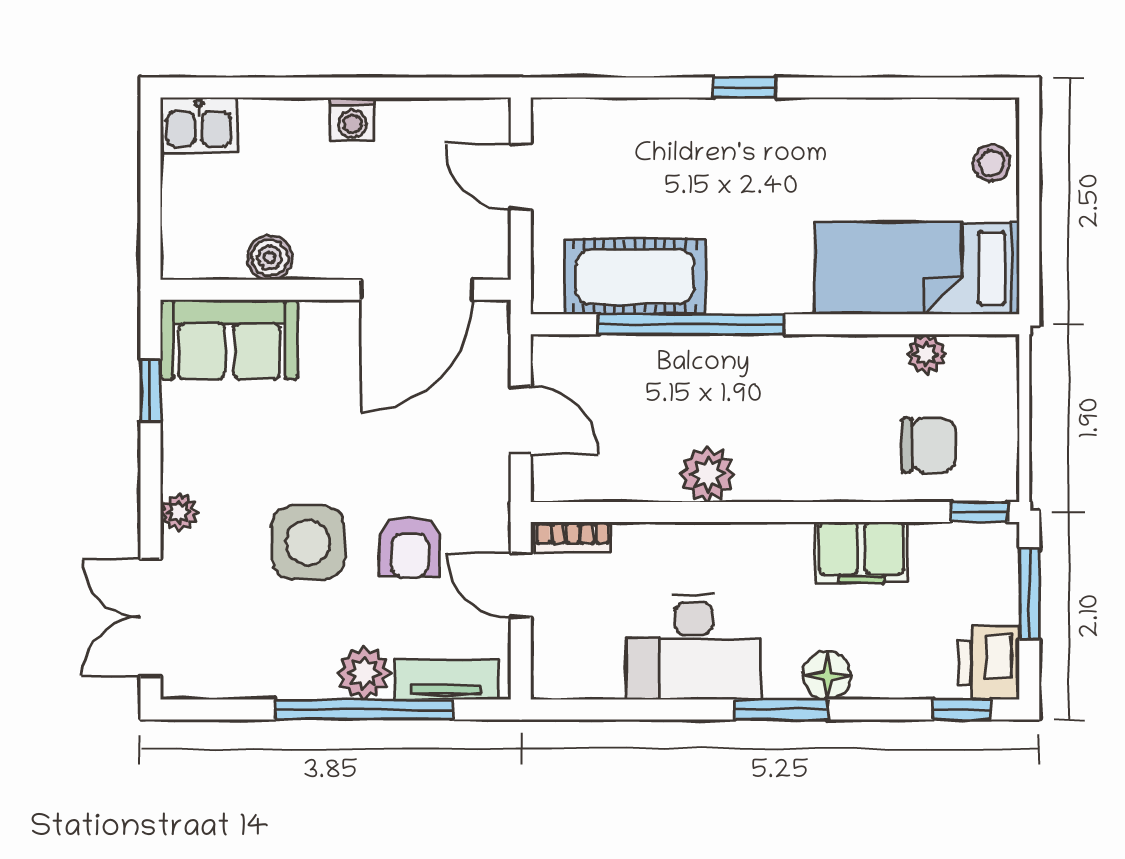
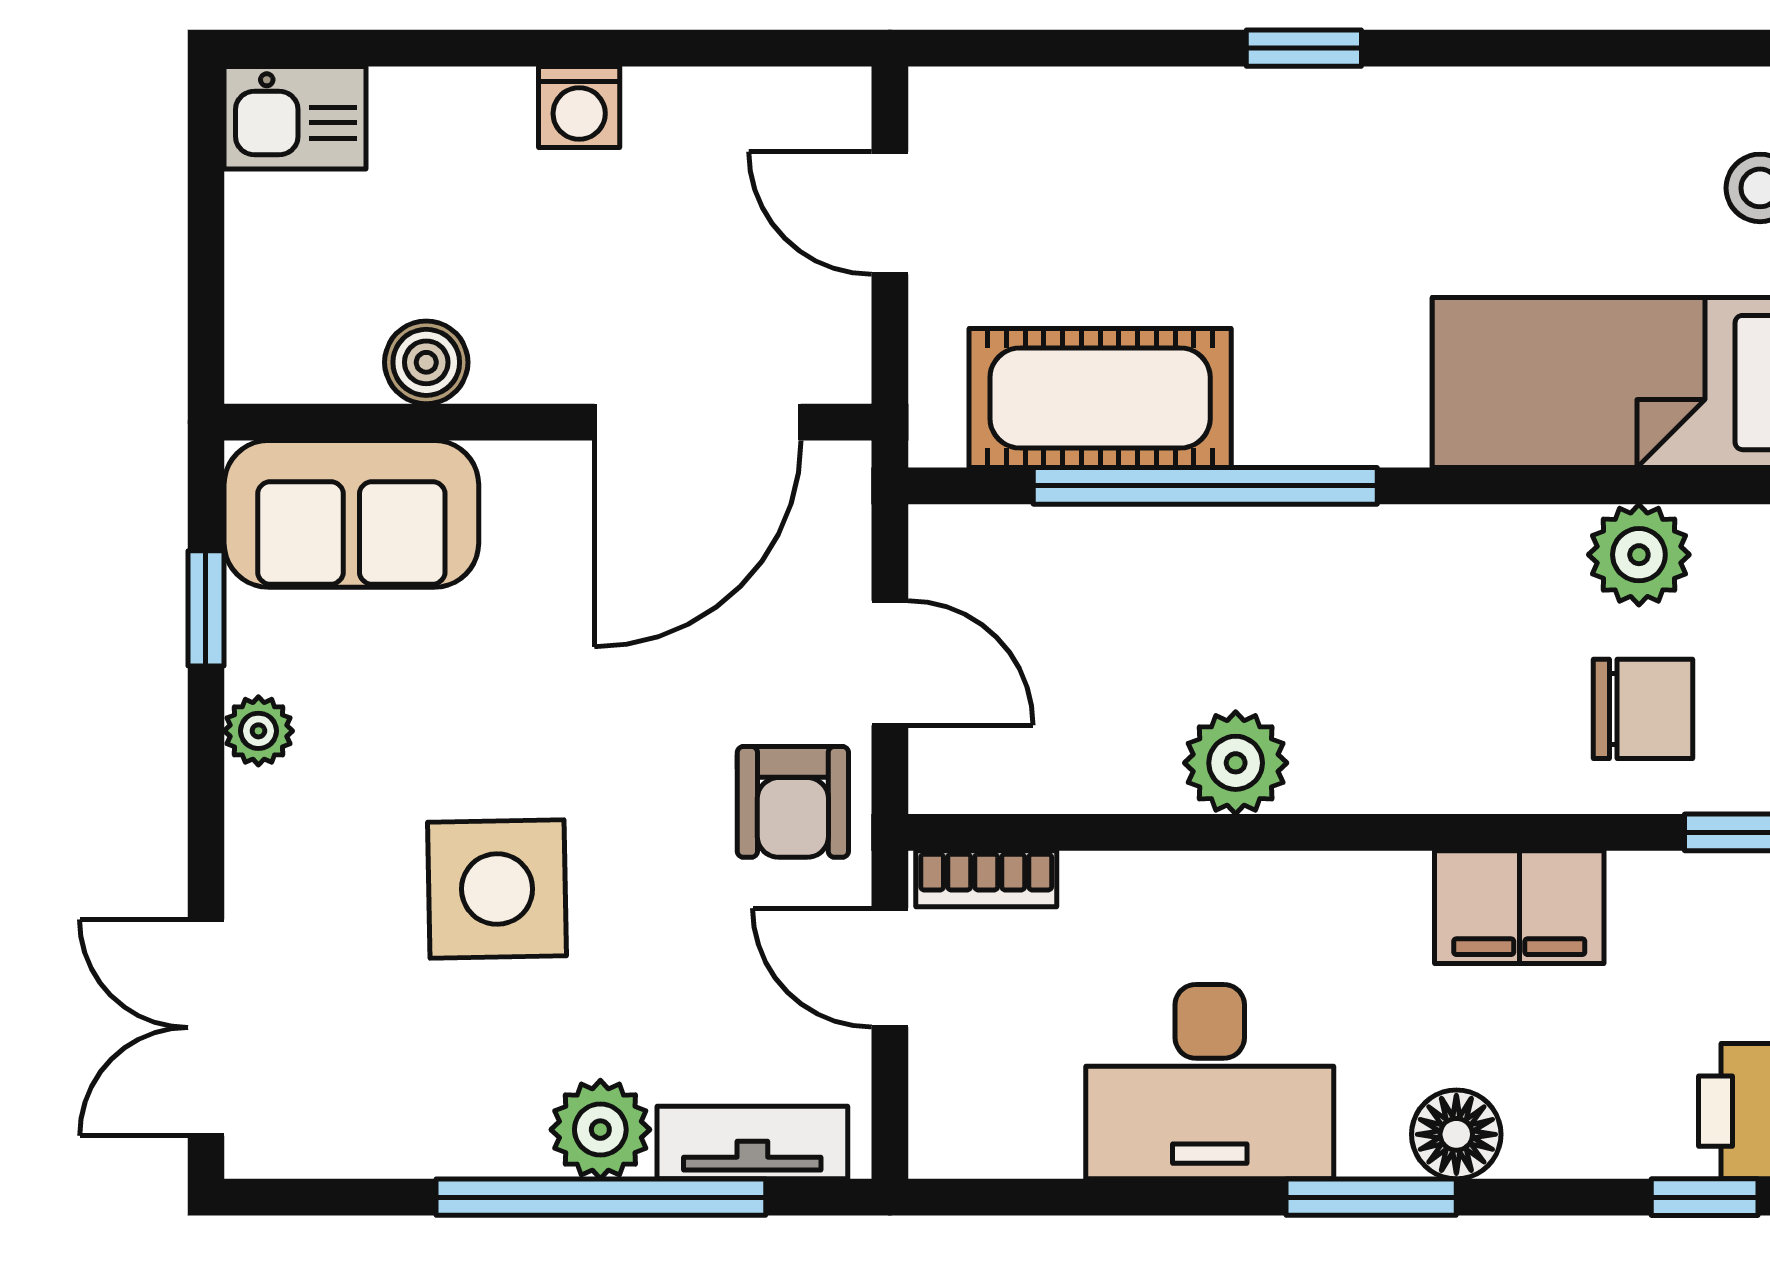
plant: (926, 354) -> (1639, 555), width x1.38, depth x1.38
plant: (179, 512) -> (258, 731), moved
armchair: (410, 547) -> (793, 802), moved

